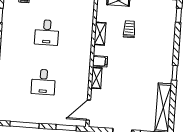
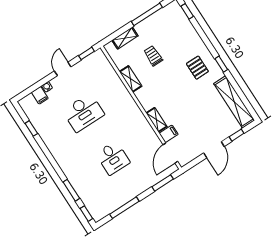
desk: (47, 32) -> (83, 113), width x1.37
filing cabinet: (100, 61) -> (169, 134), moved
pallet: (155, 62) -> (197, 68), added

